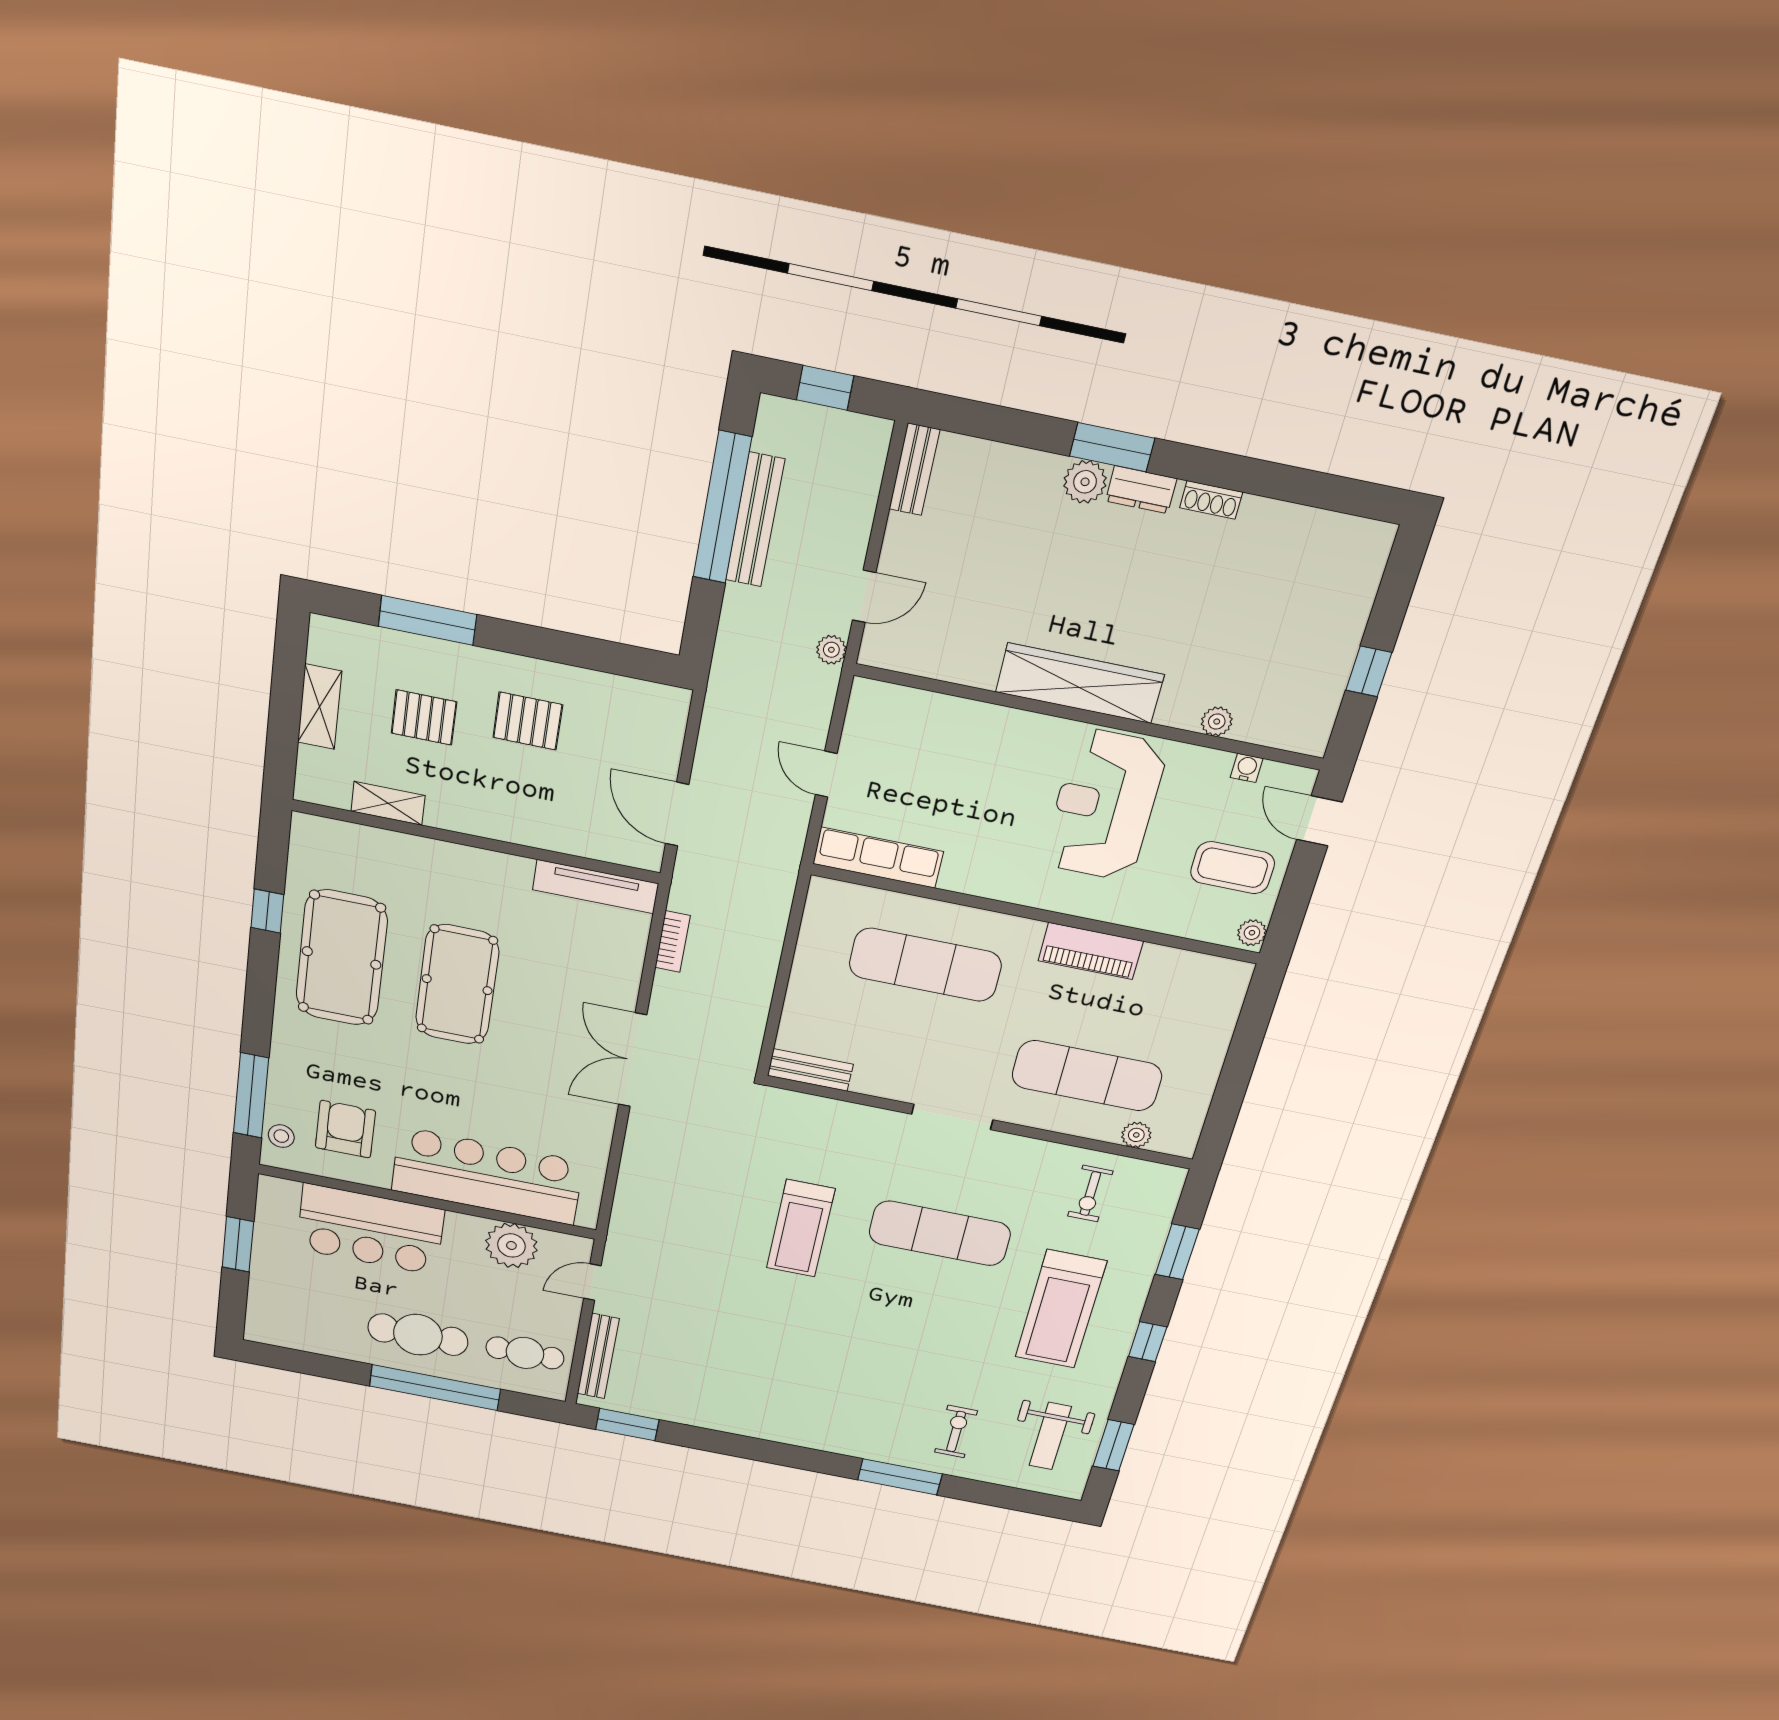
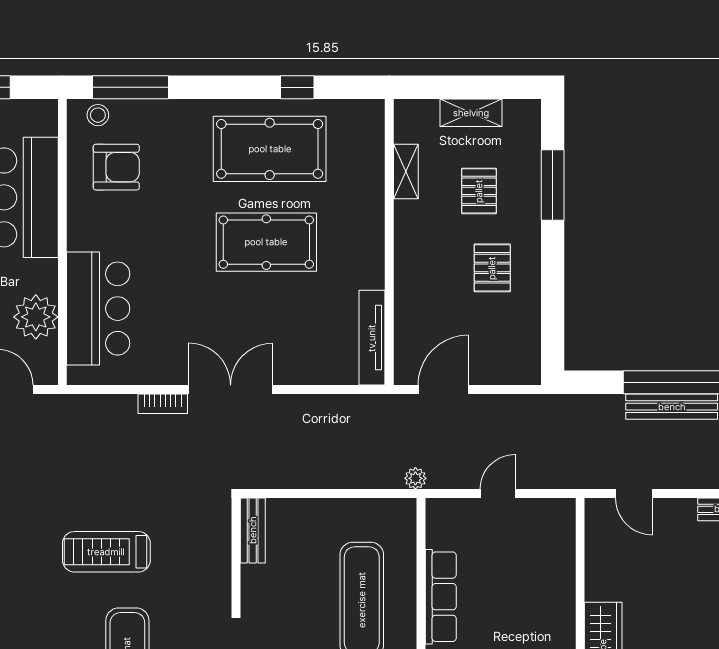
plant: (831, 650) -> (415, 478), moved
row of seats: (878, 858) -> (441, 597), moved
bookcase: (672, 942) -> (163, 404), moved
bar counter: (487, 1176) -> (98, 309), width x0.73

